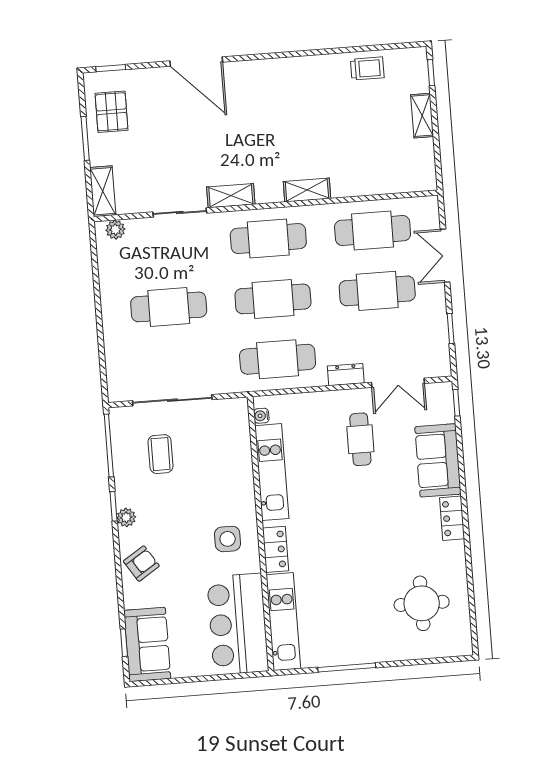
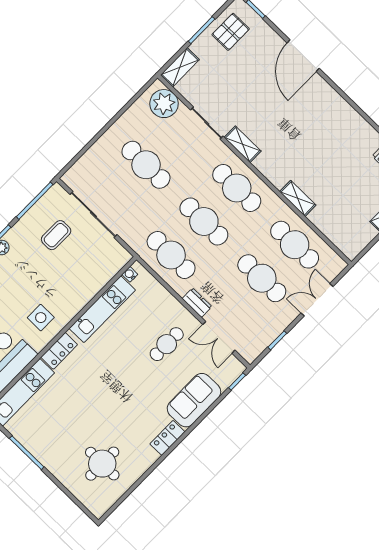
shelving: (307, 190) -> (298, 198), moved
plant: (115, 230) -> (164, 104), width x1.88, depth x1.88

